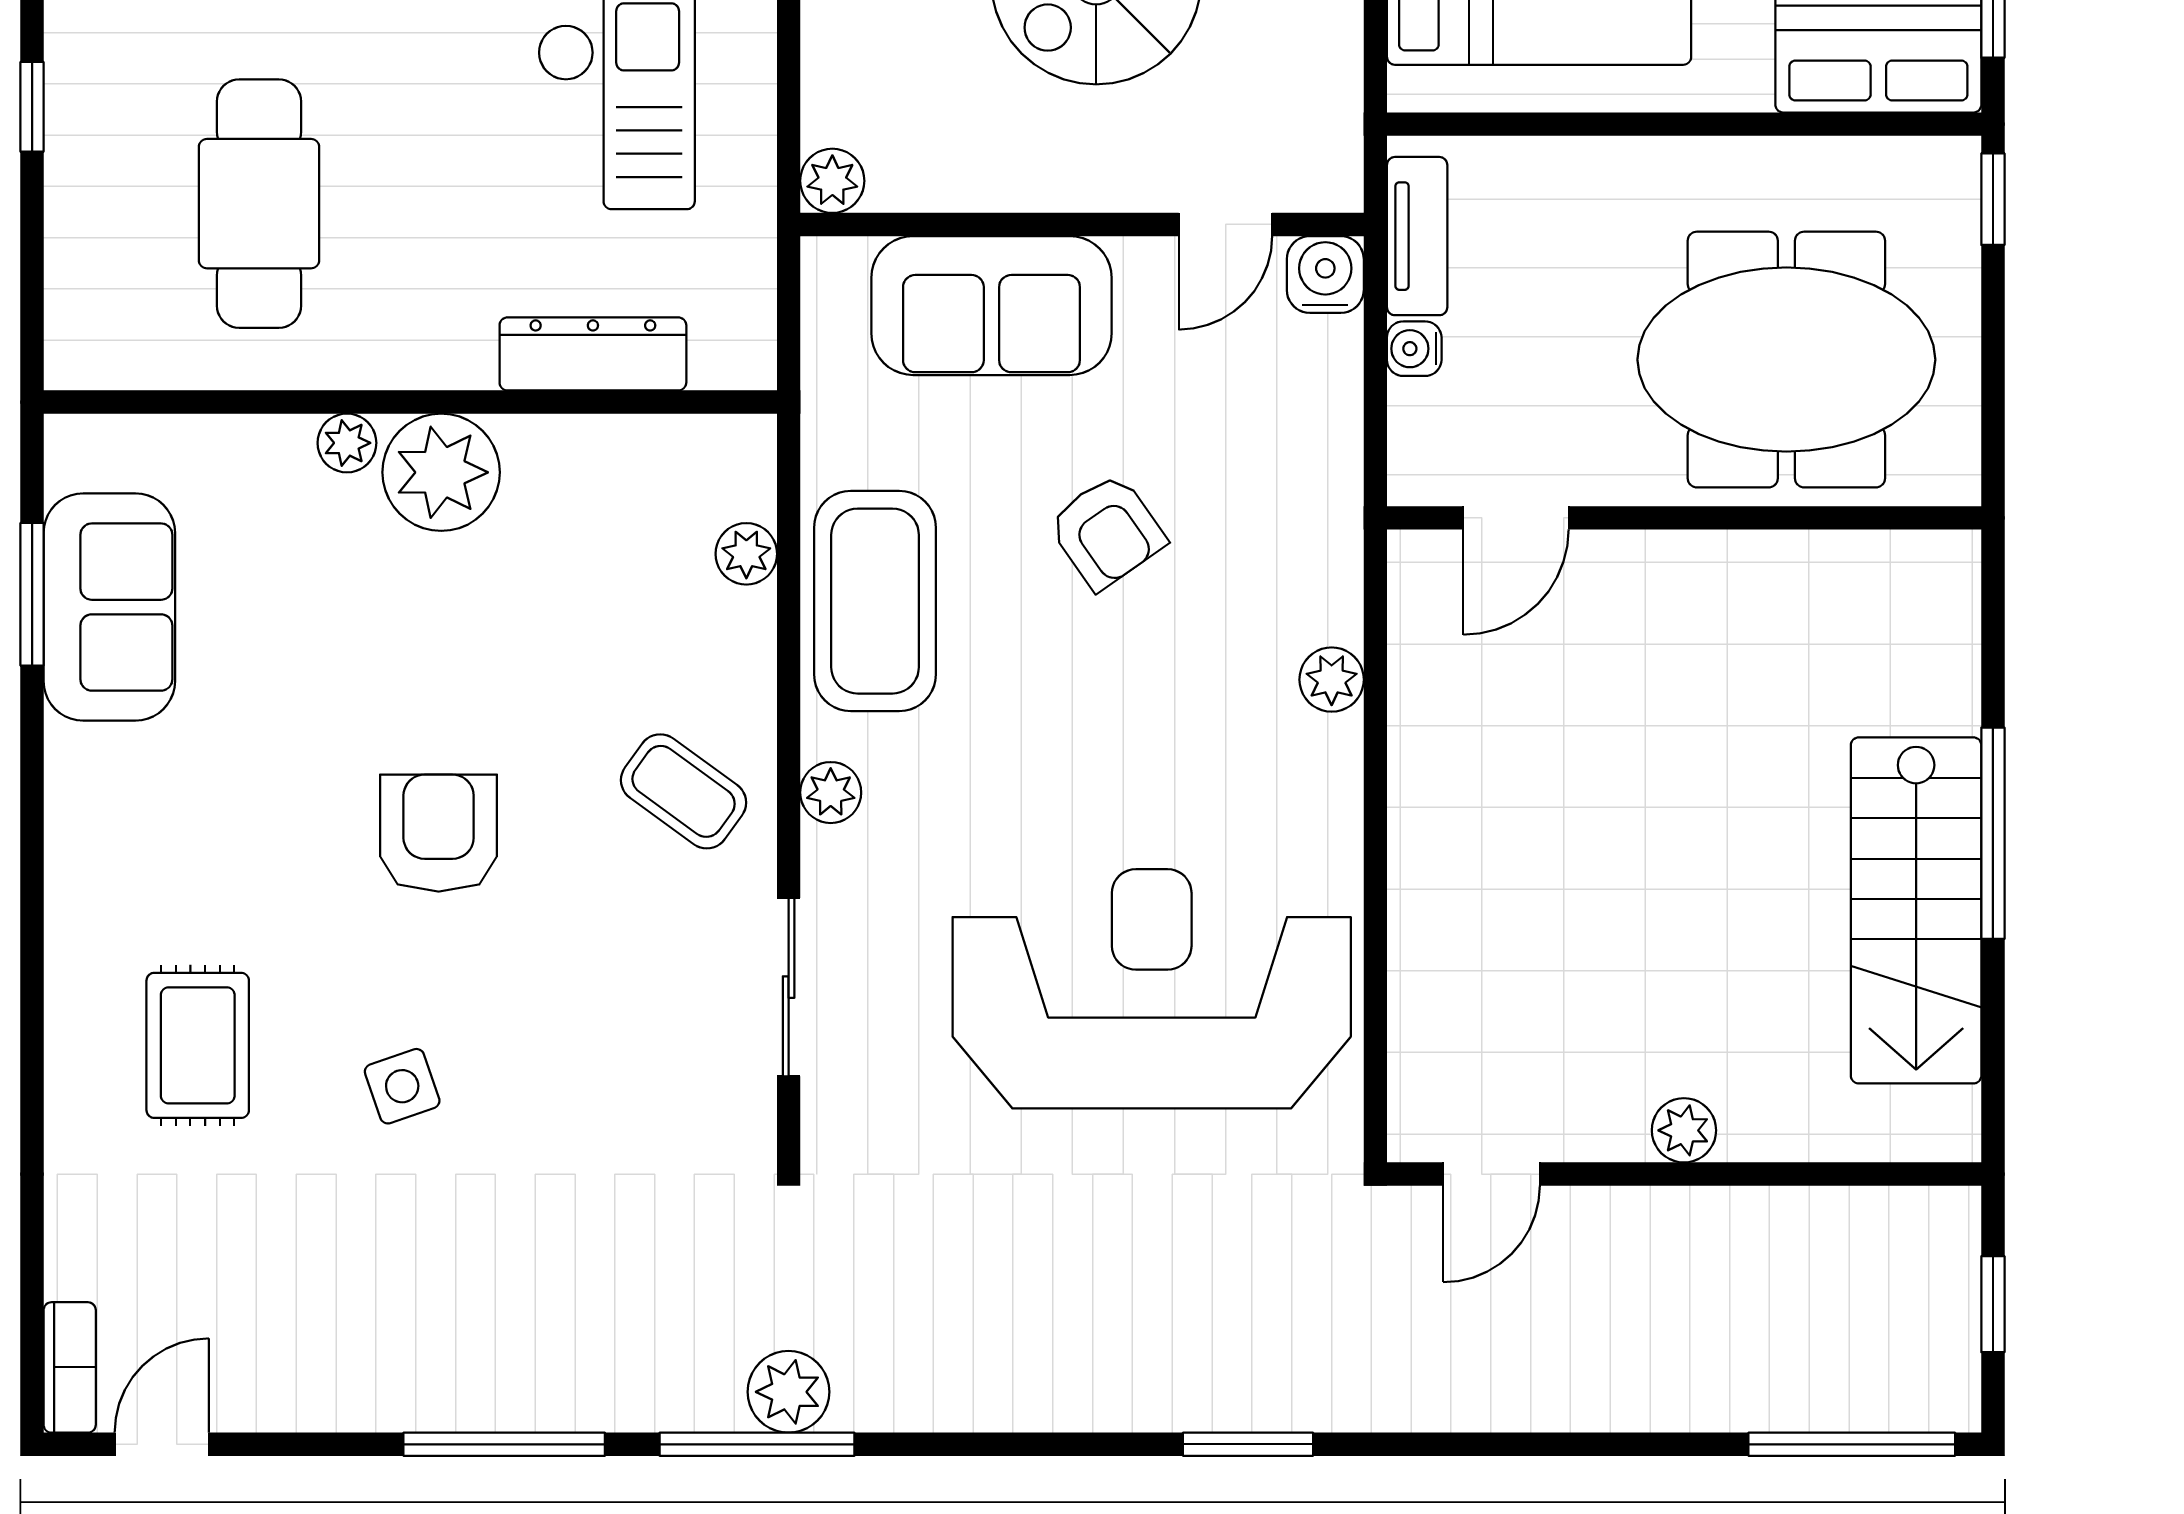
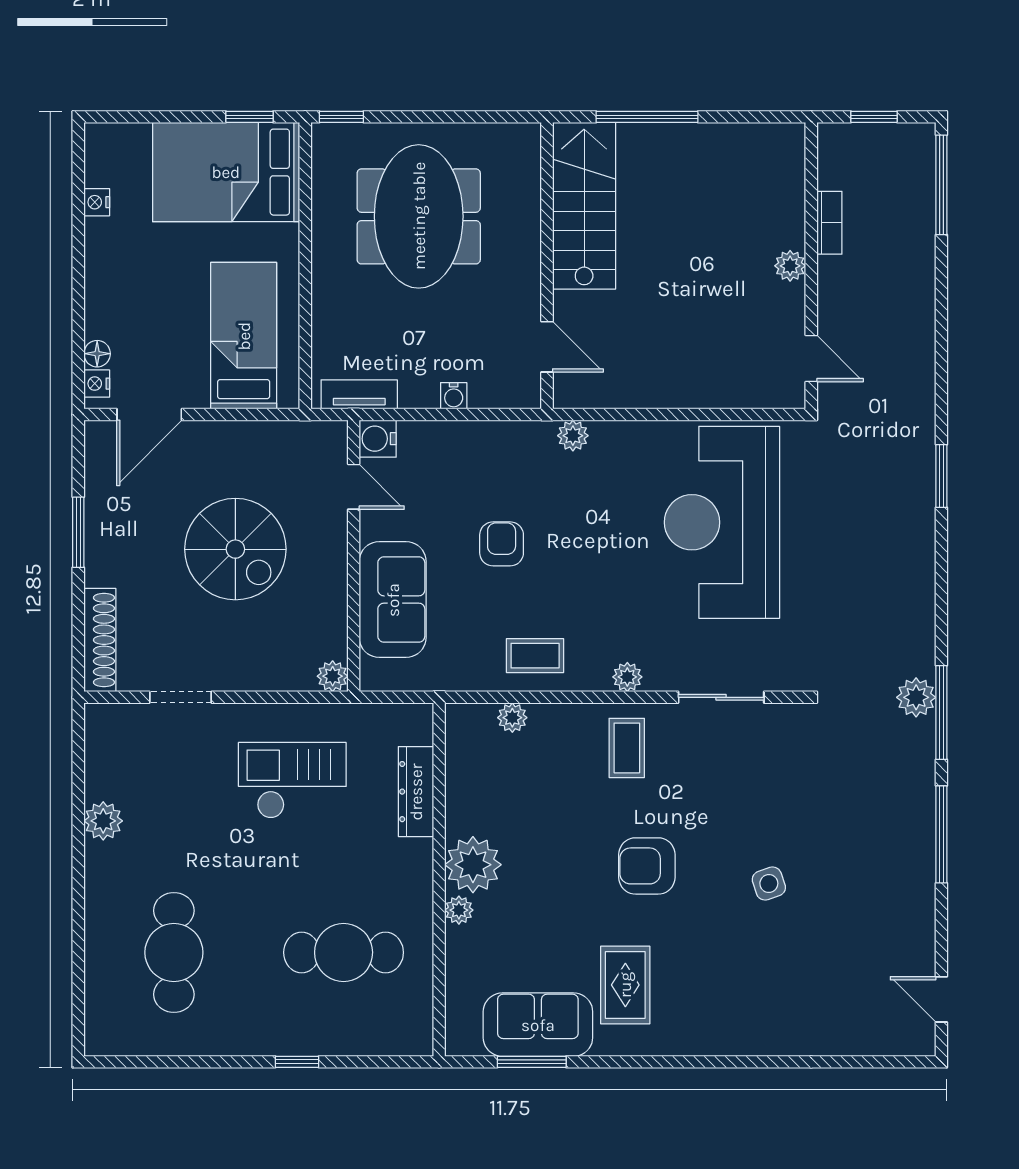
water cooler: (1414, 349) -> (454, 396), moved
door: (1516, 518) -> (547, 347), moved
wall: (1684, 518) -> (547, 266), moved
armchair: (1107, 531) -> (502, 544), turned -55
coffee table: (875, 601) -> (535, 656), width x0.54, depth x0.58
coffee table: (684, 791) -> (627, 748), turned -36
stairs: (1916, 910) -> (584, 206), moved, turned -90
rug: (198, 1045) -> (625, 985), moved, turned 90
bookcase: (70, 1367) -> (829, 223), moved, turned 90

